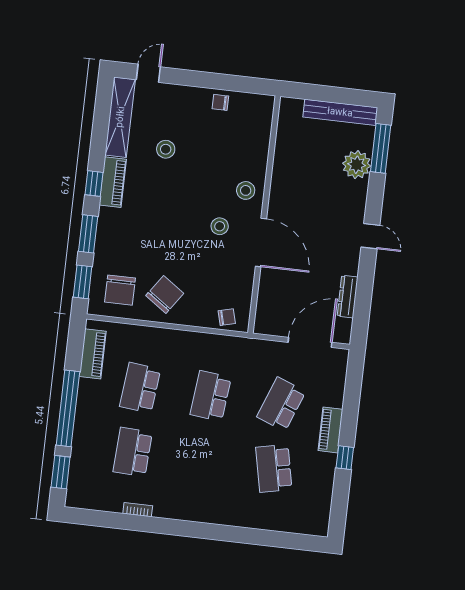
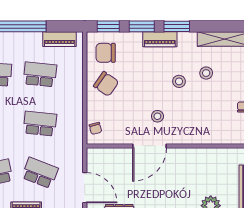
piano: (113, 182) -> (160, 39), moved
window: (94, 184) -> (177, 26), width x1.50
stool: (246, 190) -> (179, 81), moved

